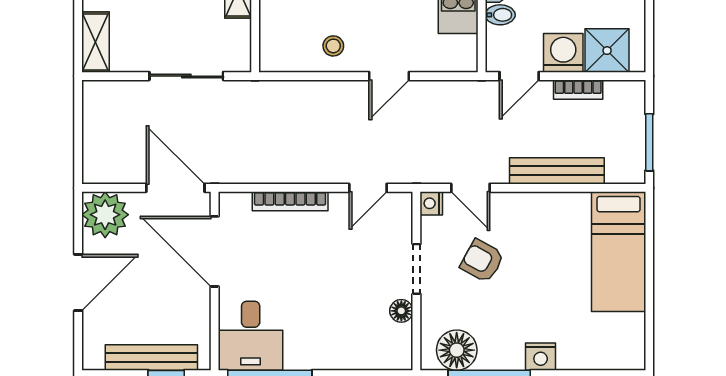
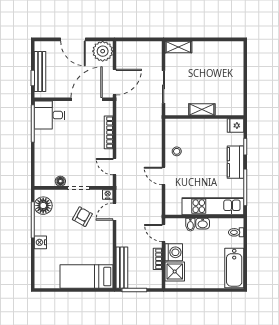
bench: (557, 171) -> (122, 268), moved

